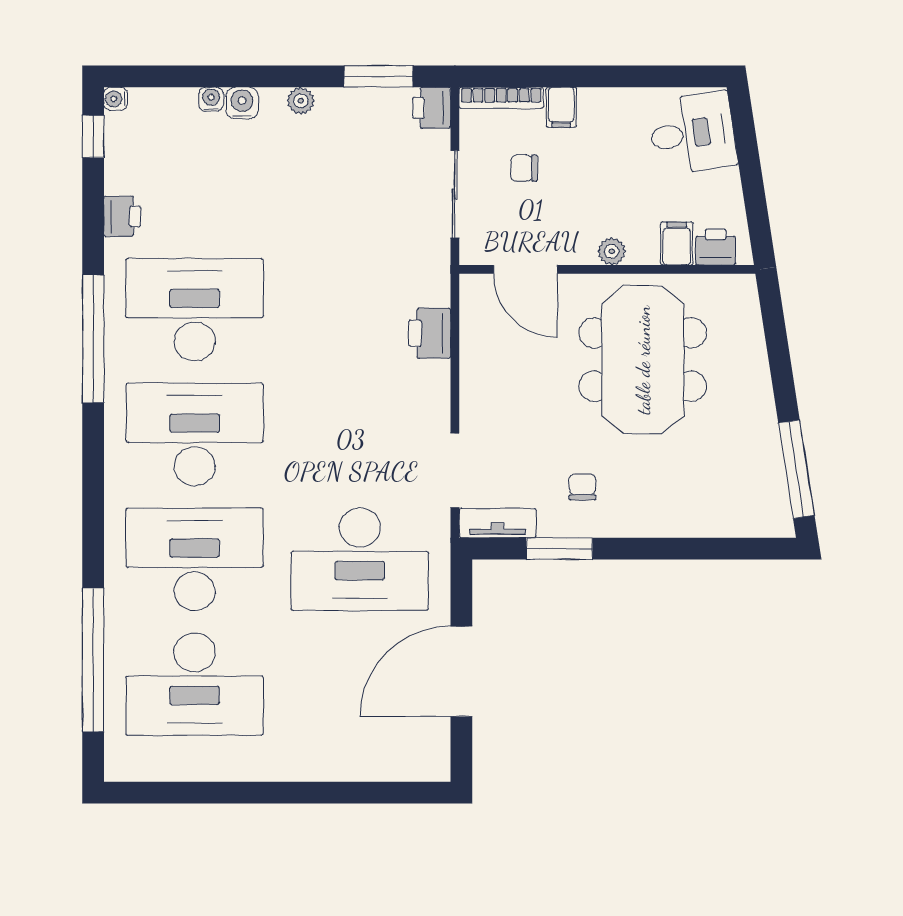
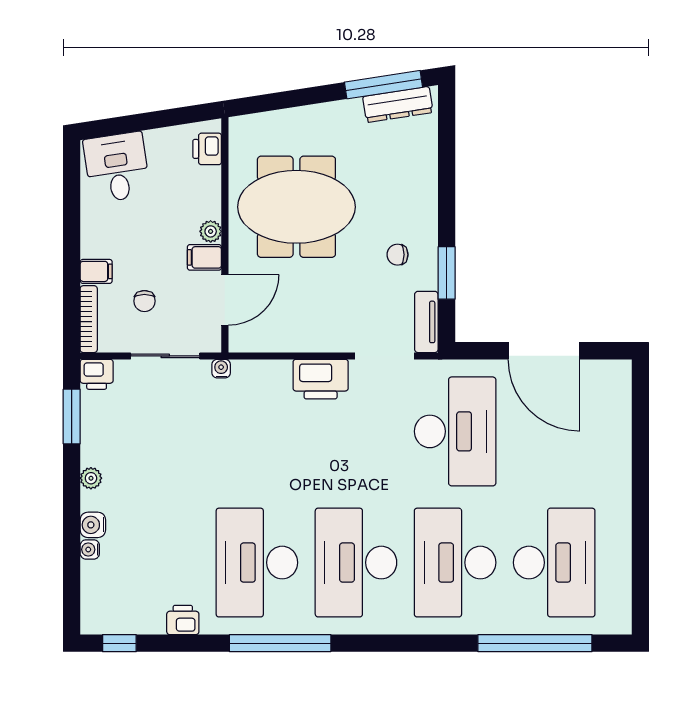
water cooler: (116, 99) -> (221, 369), moved, turned 180
filing cabinet: (677, 244) -> (204, 257), moved
printer: (430, 333) -> (321, 379), moved, width x1.37, depth x1.19
dresser: (771, 487) -> (398, 105), added

